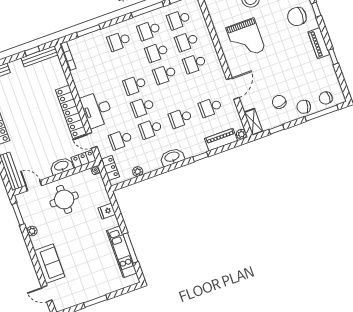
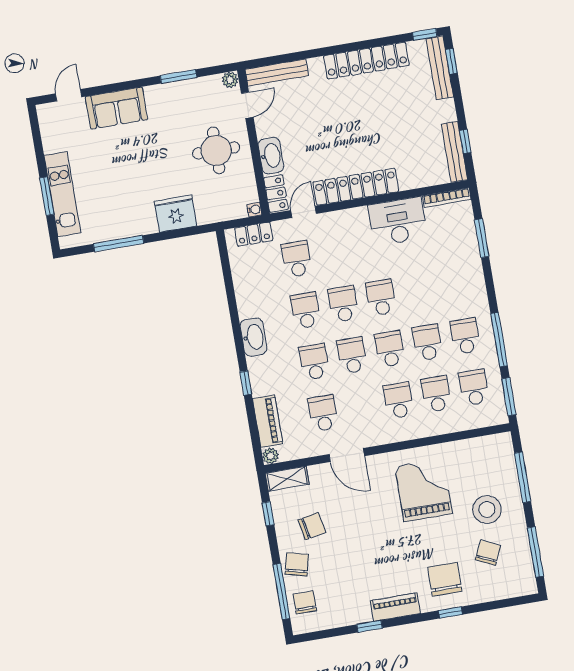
grand piano: (246, 39) -> (424, 490), turned 90
school desk: (119, 41) -> (352, 355), moved
desk: (97, 109) -> (398, 221), moved
plant: (138, 172) -> (240, 277), removed
fridge: (107, 211) -> (176, 214), width x1.88, depth x1.34
window: (18, 214) -> (178, 76), moved
plant: (32, 231) -> (230, 80), moved
kitchen unit: (122, 252) -> (62, 194), moved, turned 90
window: (95, 301) -> (47, 196), moved

